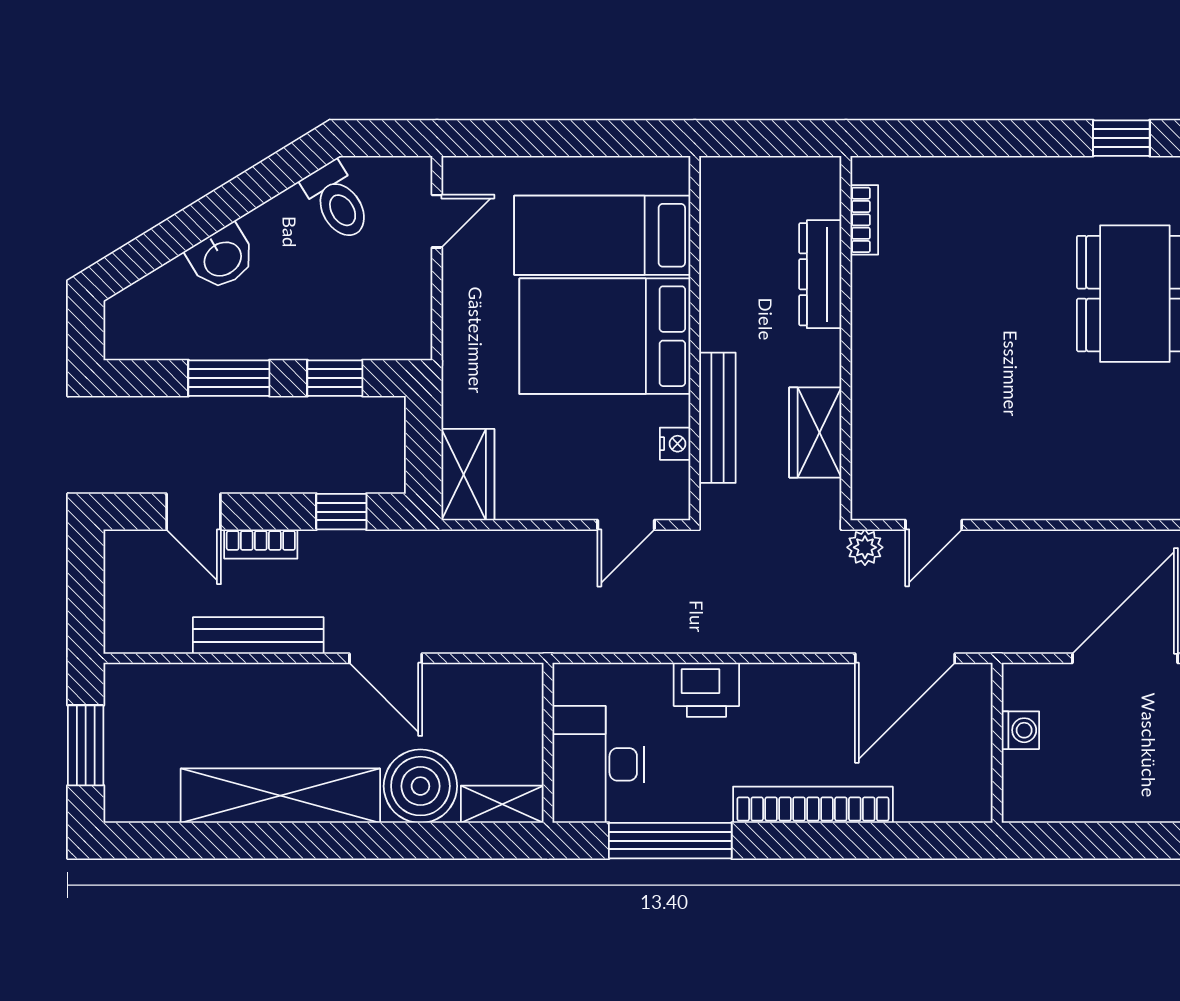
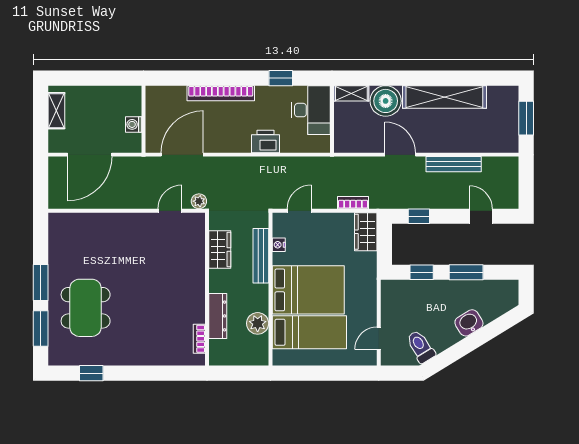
plant: (725, 256) -> (258, 323), added
bookcase: (261, 544) -> (353, 203), moved
window: (670, 841) -> (281, 78), width x0.46

